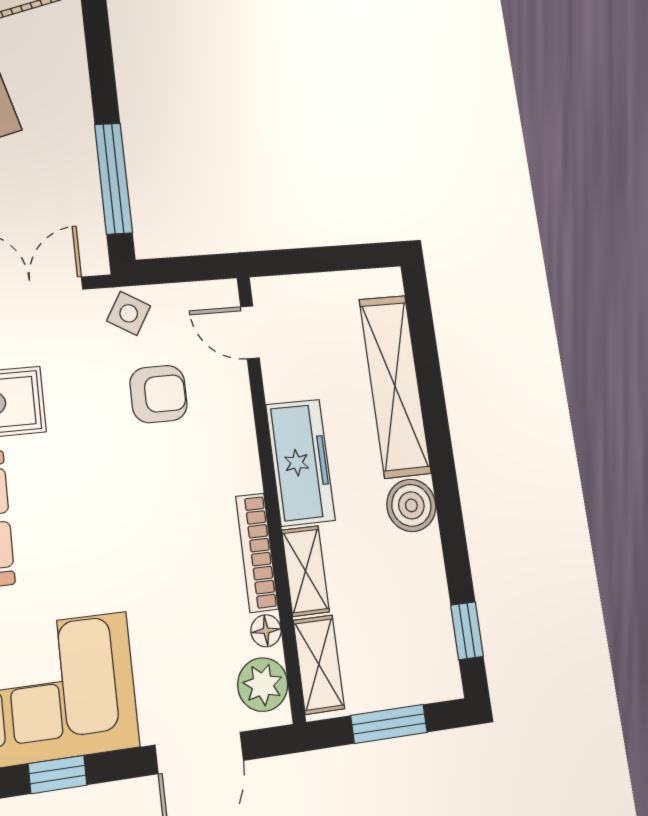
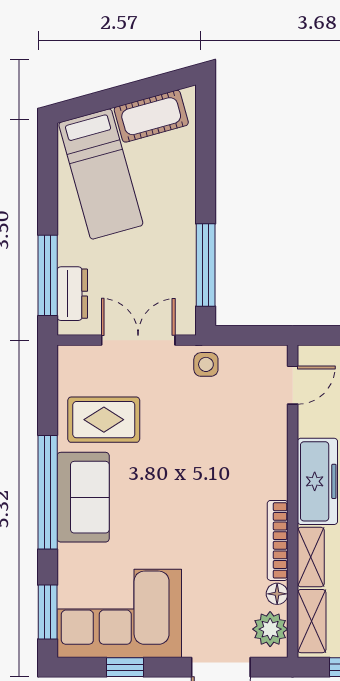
side table: (129, 313) -> (206, 364), turned -31
door: (250, 332) -> (293, 385), swing flipped
armchair: (159, 394) -> (221, 424), removed

